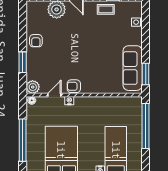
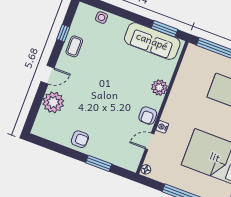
plant: (33, 87) -> (159, 88), moved
door: (54, 95) -> (150, 141), hinge flipped

